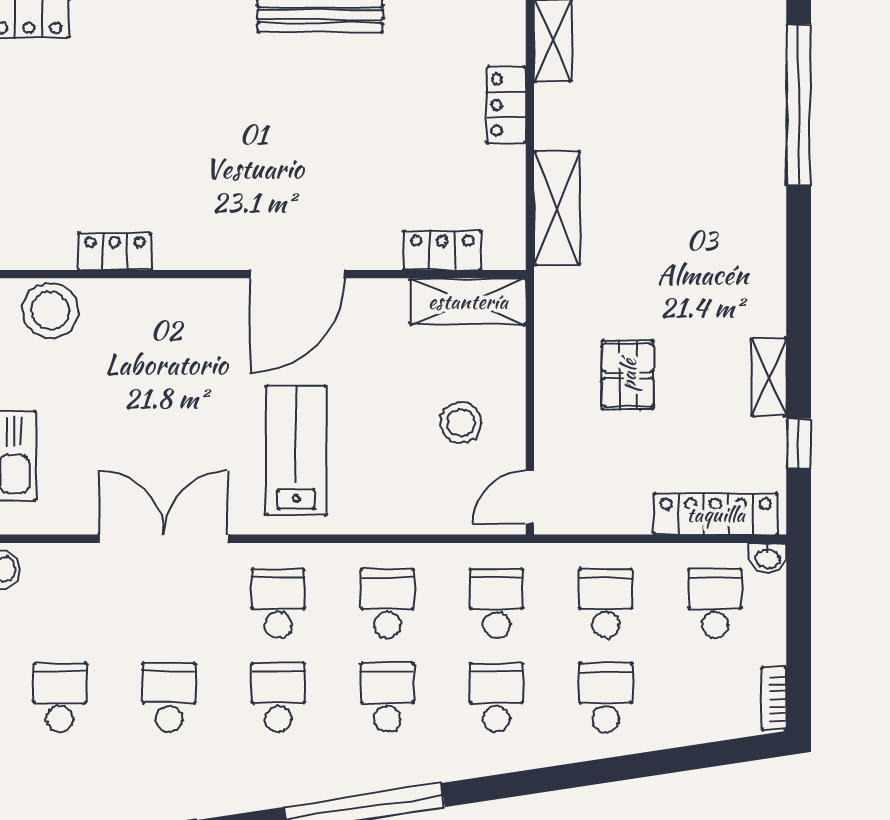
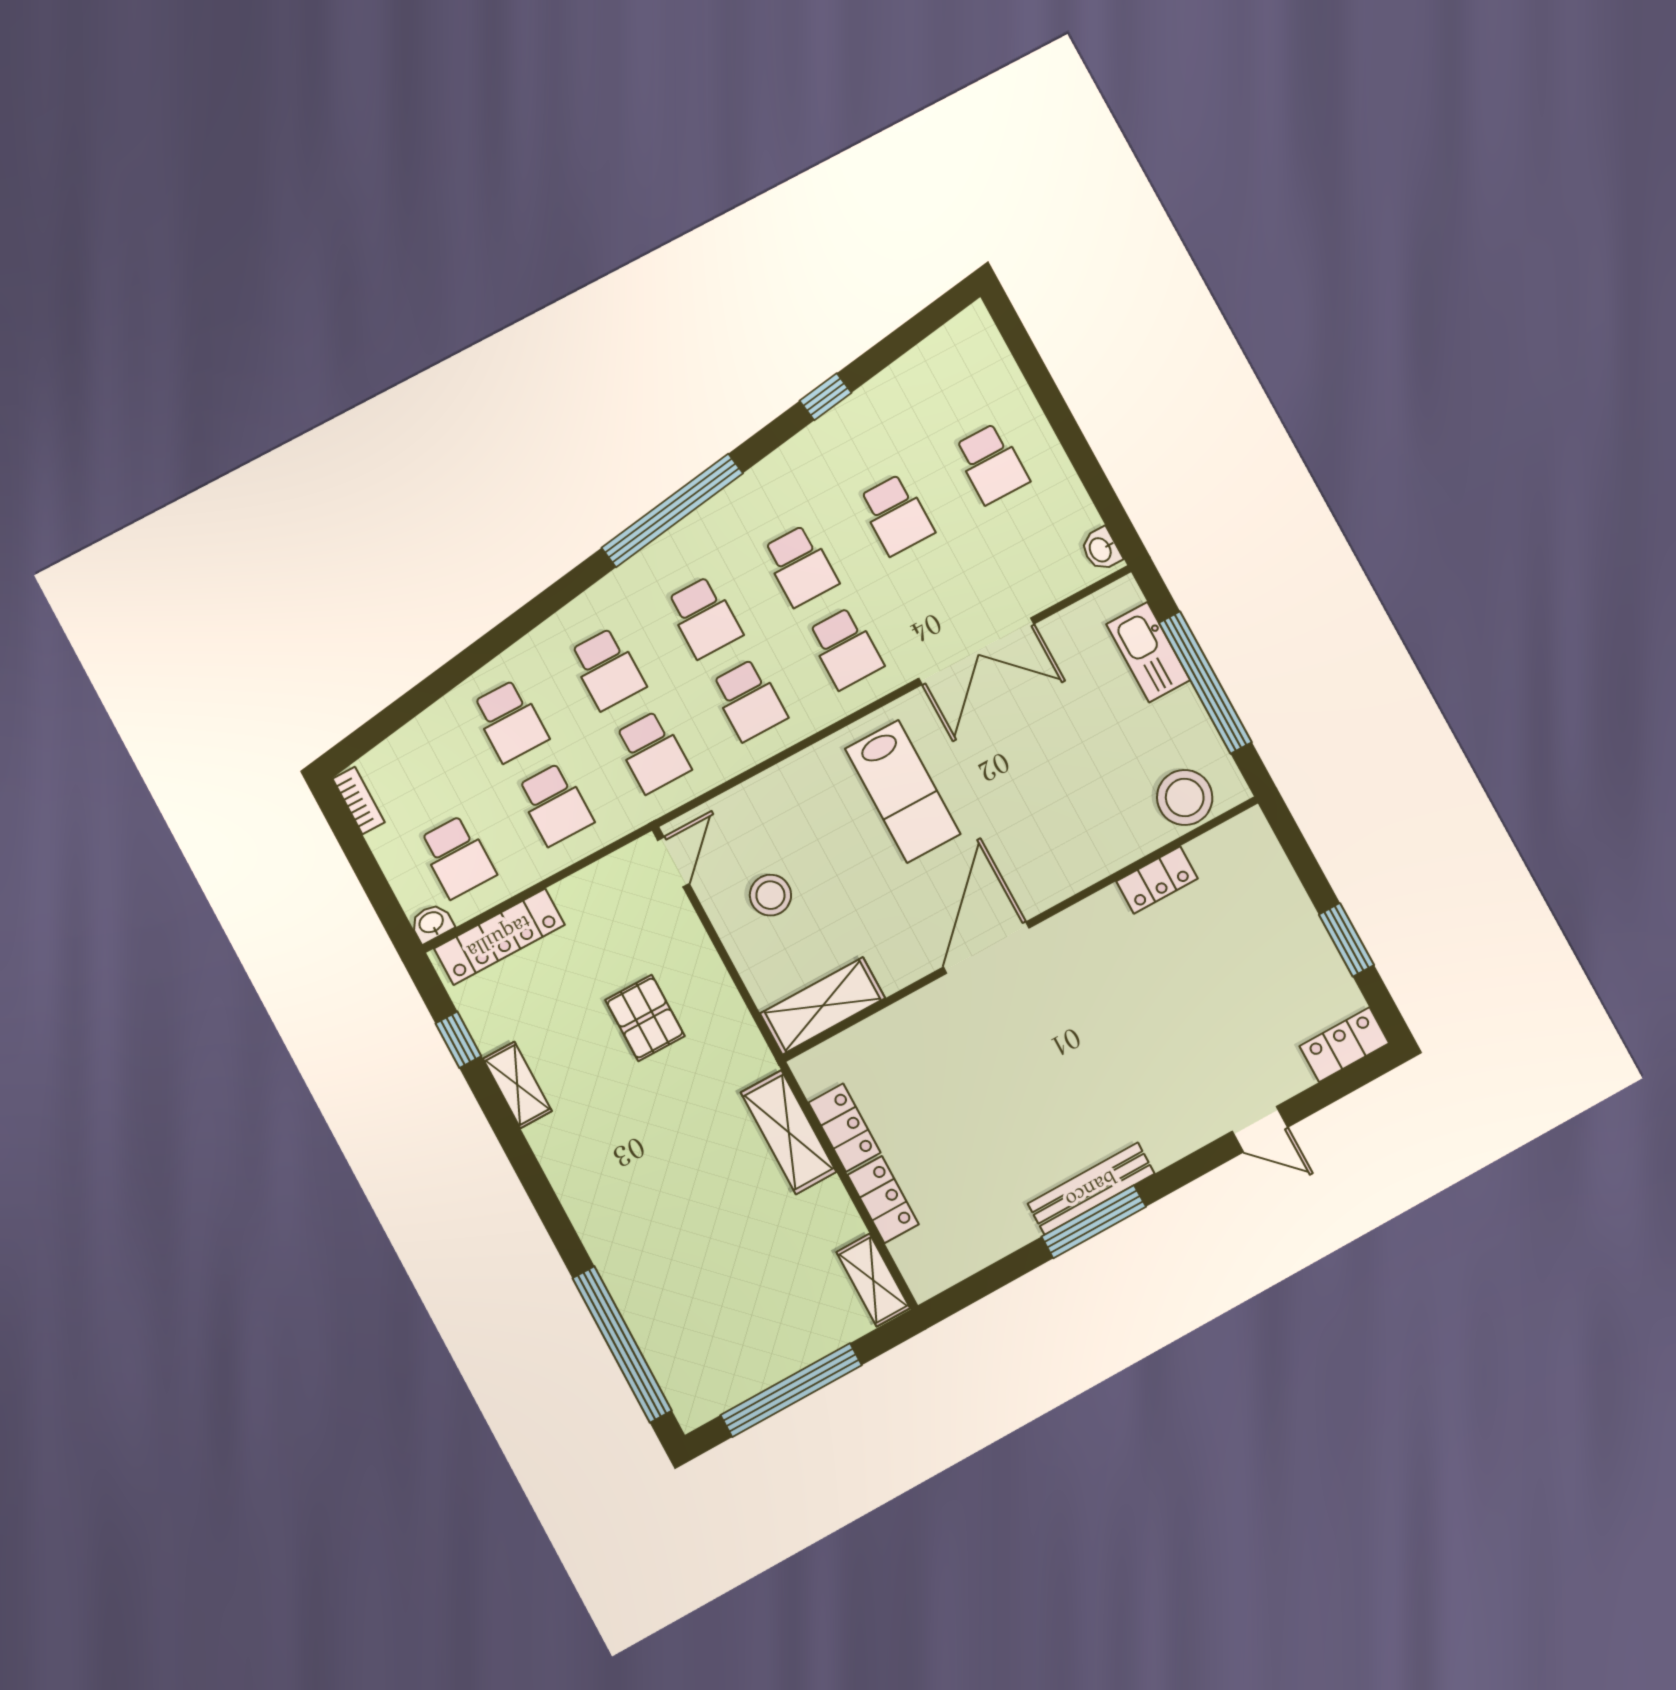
locker: (442, 250) -> (844, 1128), moved, turned -90

